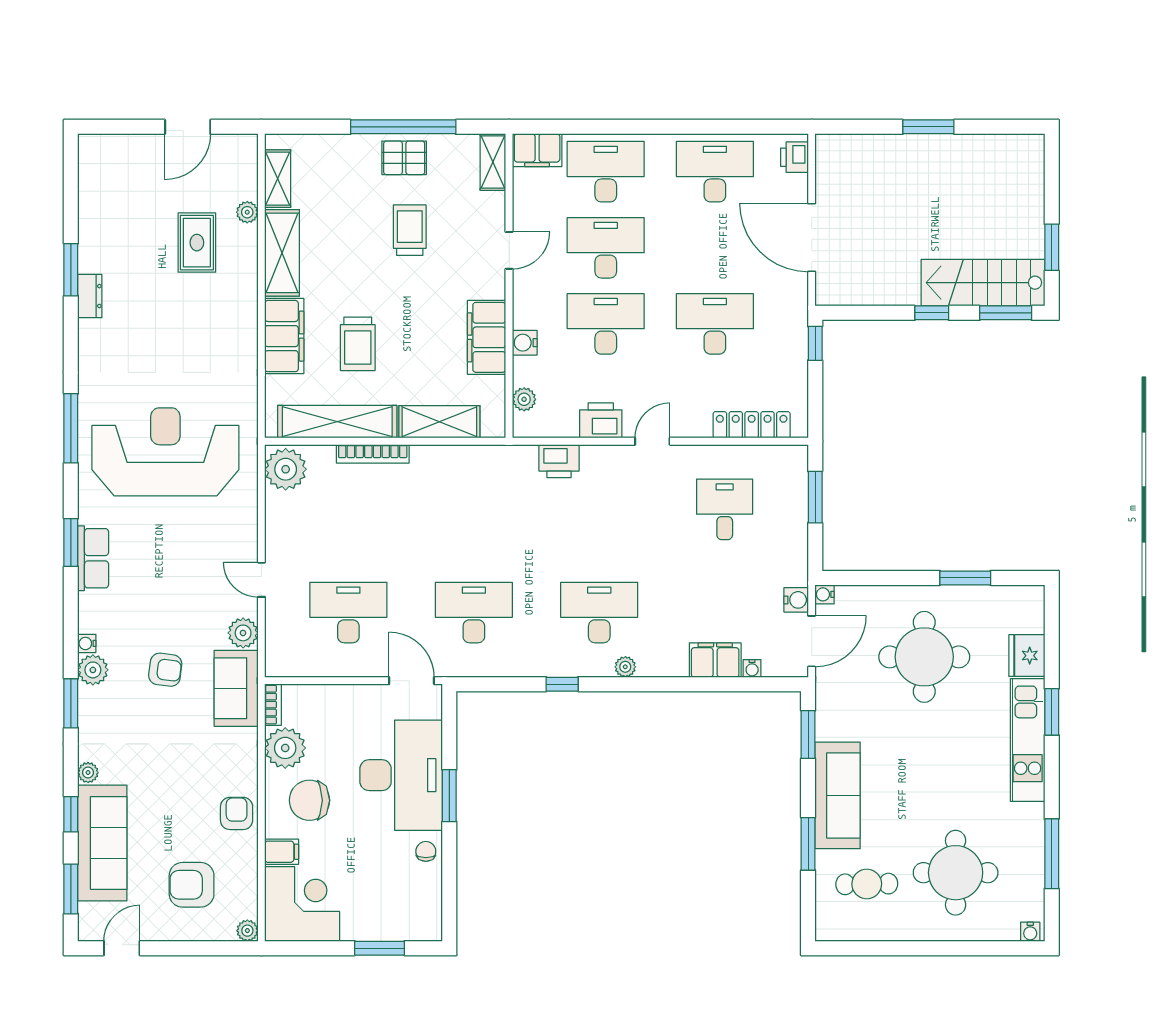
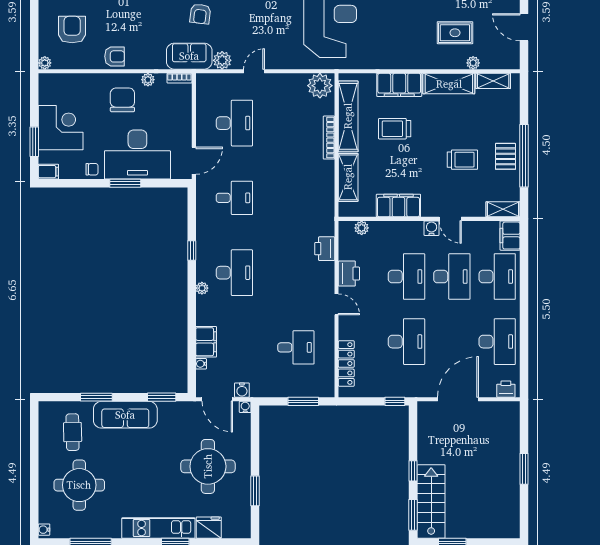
water cooler: (525, 343) -> (432, 228), moved
desk: (474, 613) -> (234, 198), width x0.73
plant: (285, 748) -> (148, 80), width x0.53, depth x0.53
filing cabinet: (282, 852) -> (48, 172), moved, turned -90
corner desk: (302, 904) -> (61, 128), moved, turned -90

